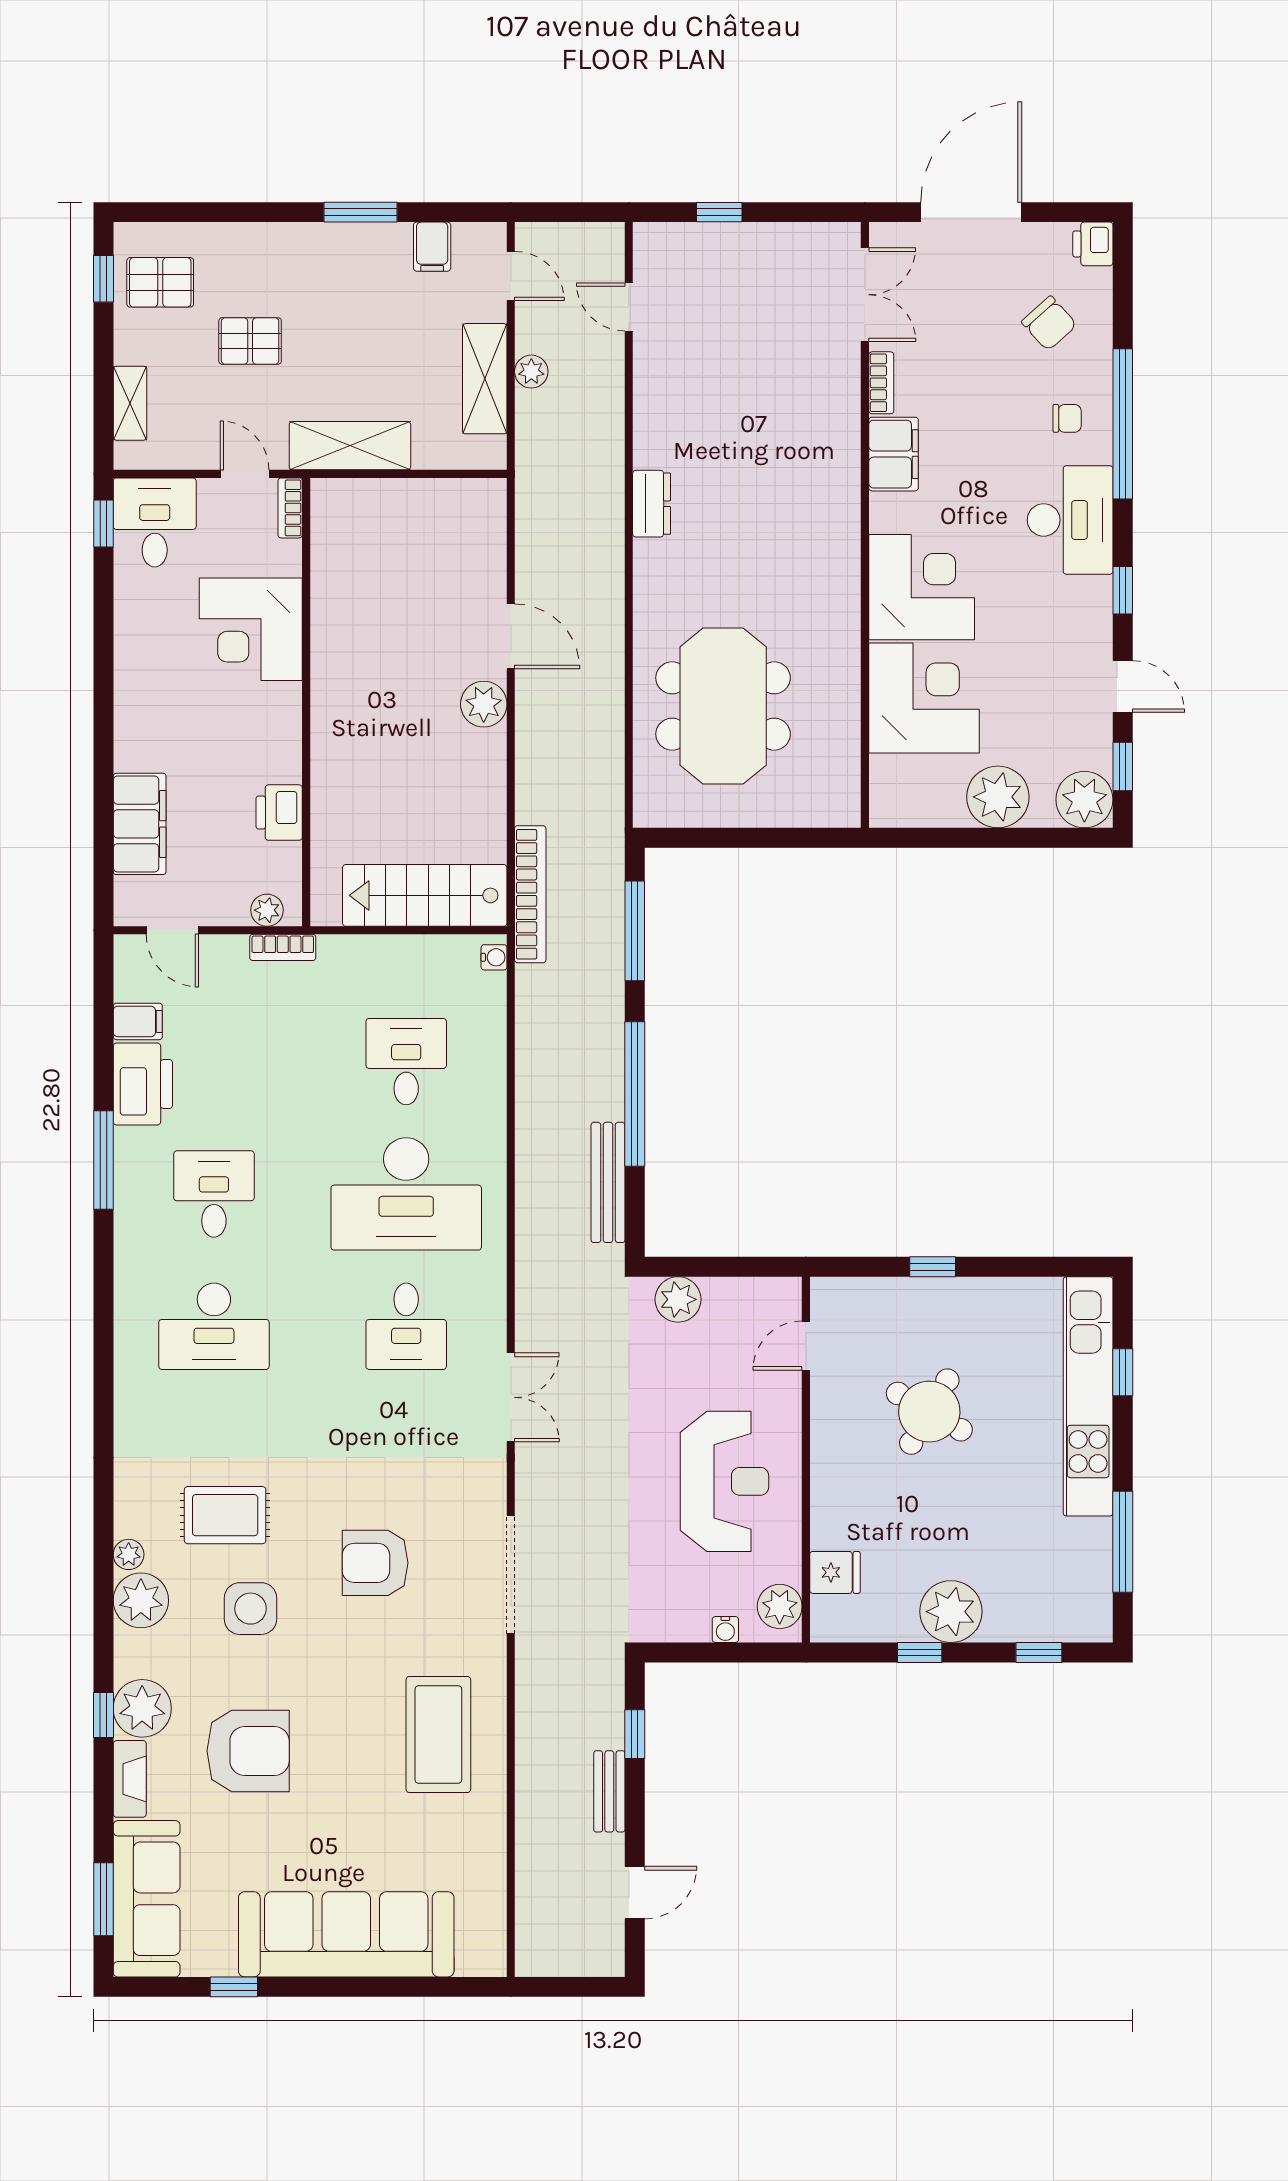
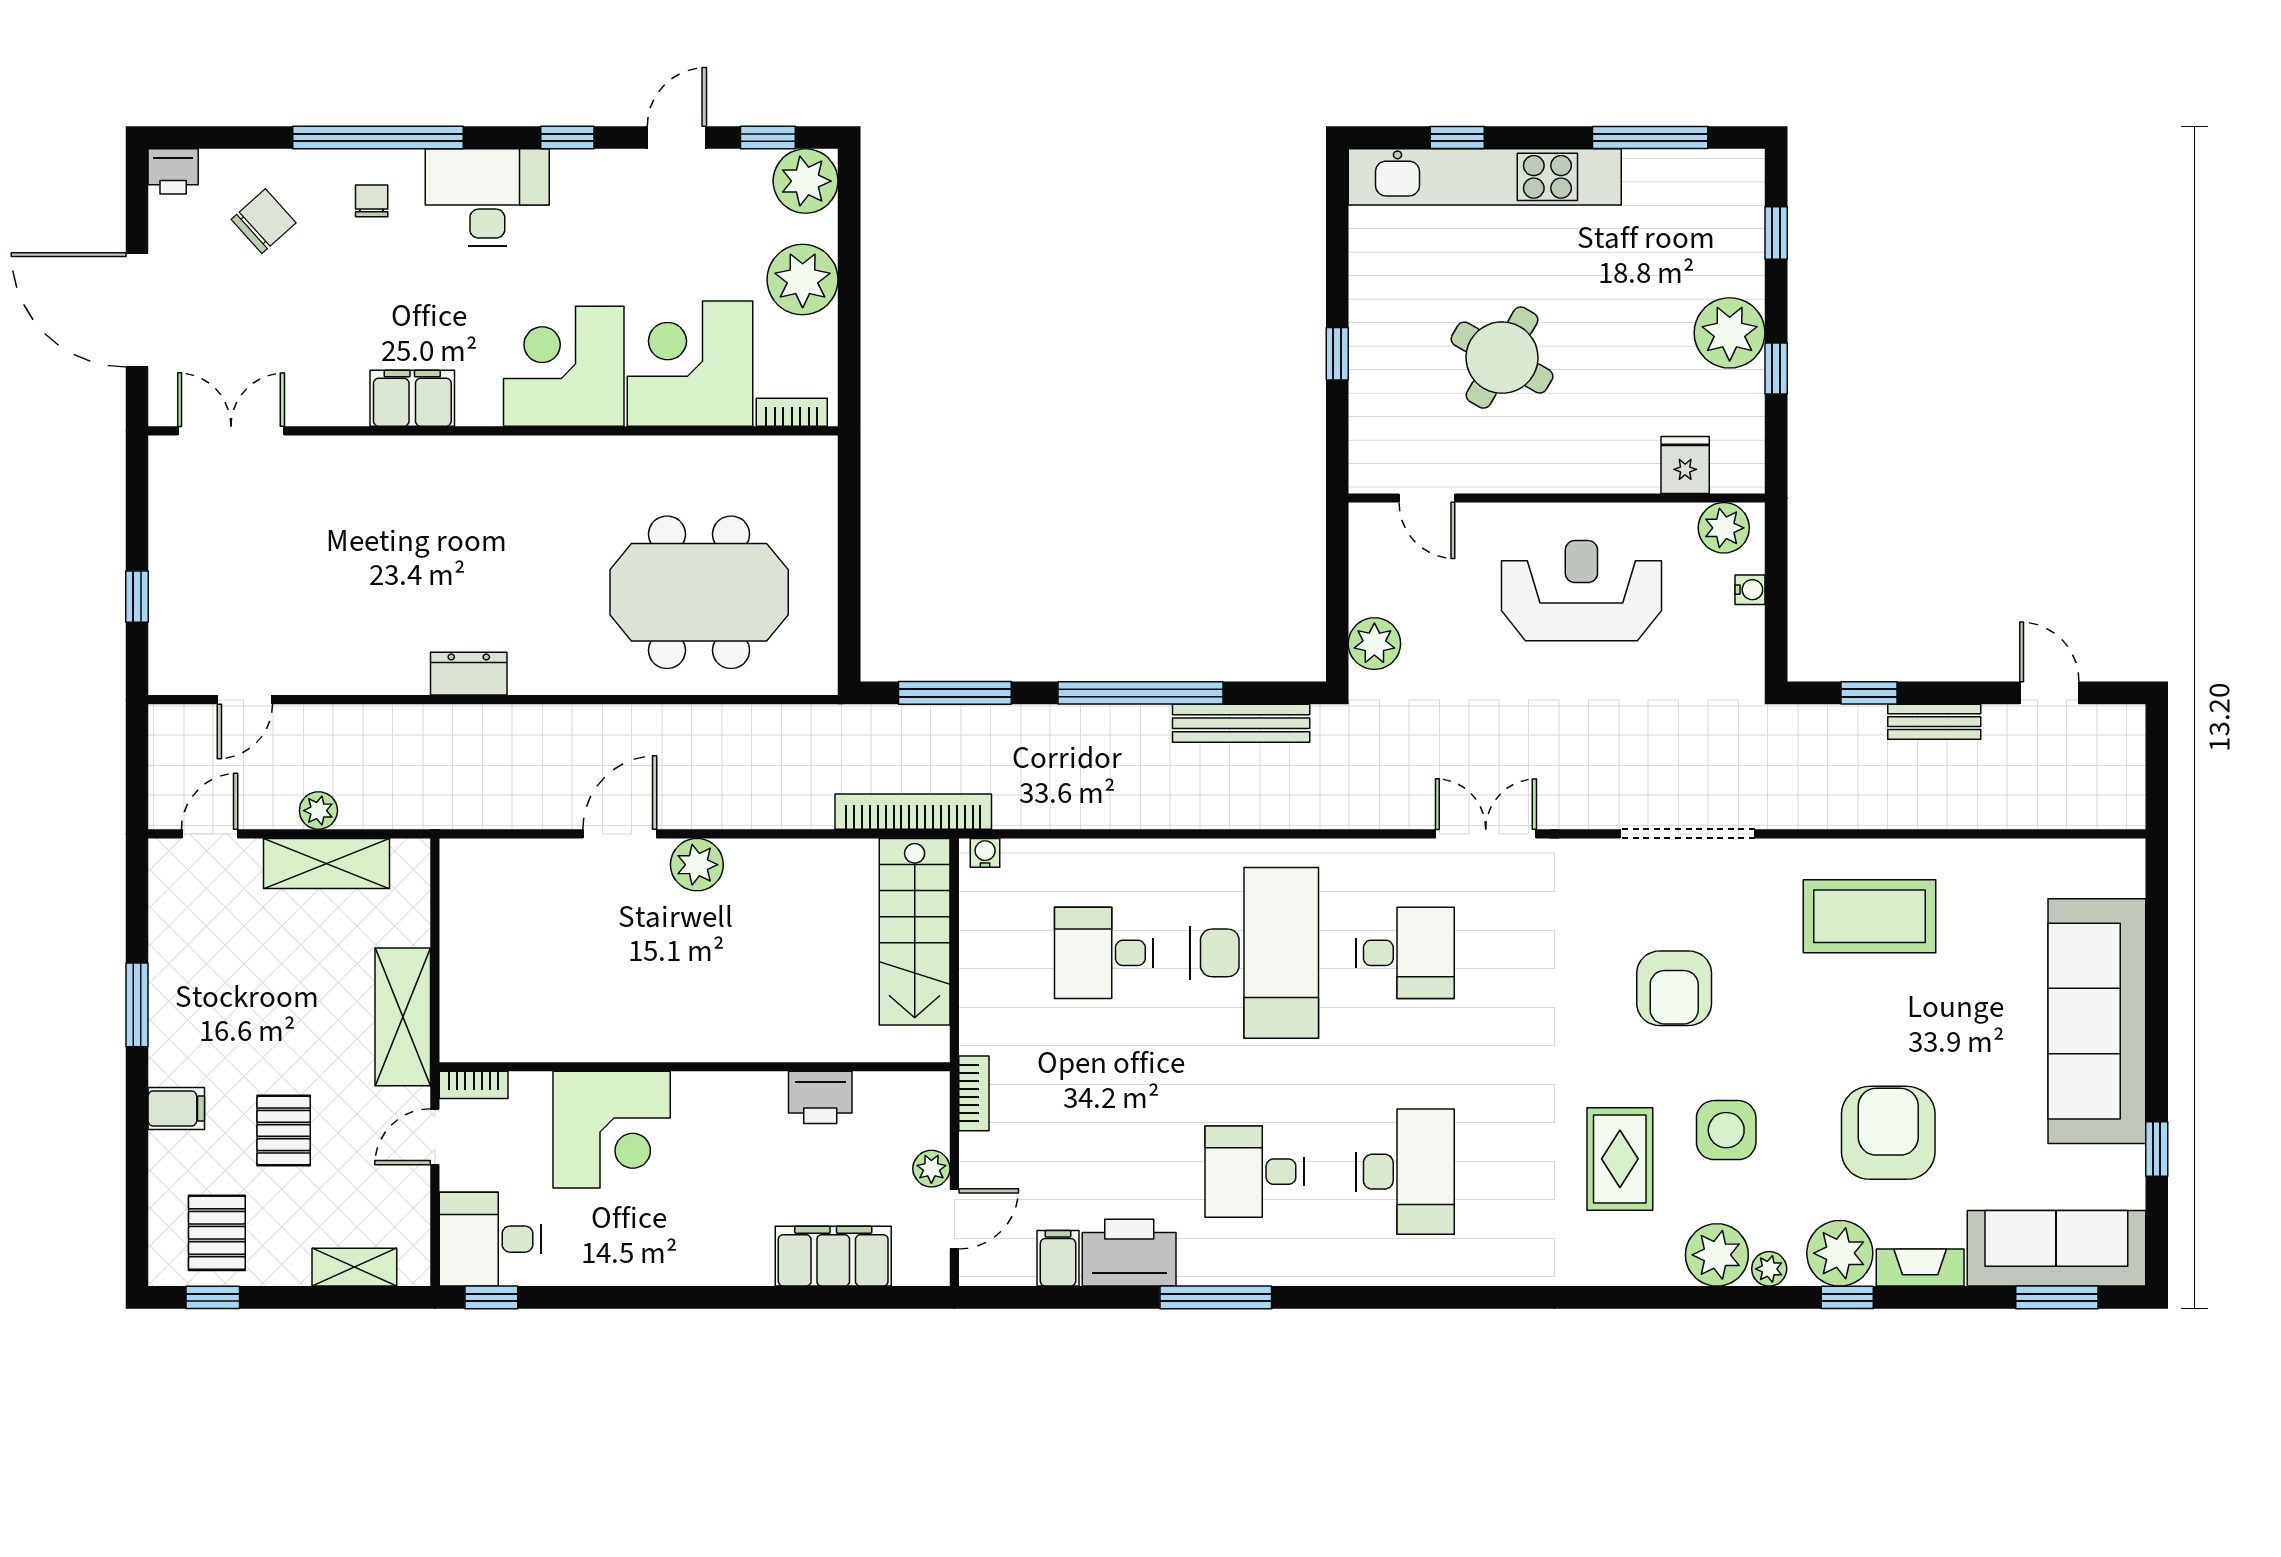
filing cabinet: (432, 247) -> (176, 1108), moved
bookcase: (881, 383) -> (792, 412), moved
plant: (267, 910) -> (931, 1169), moved
plant: (129, 1554) -> (1769, 1269), moved

